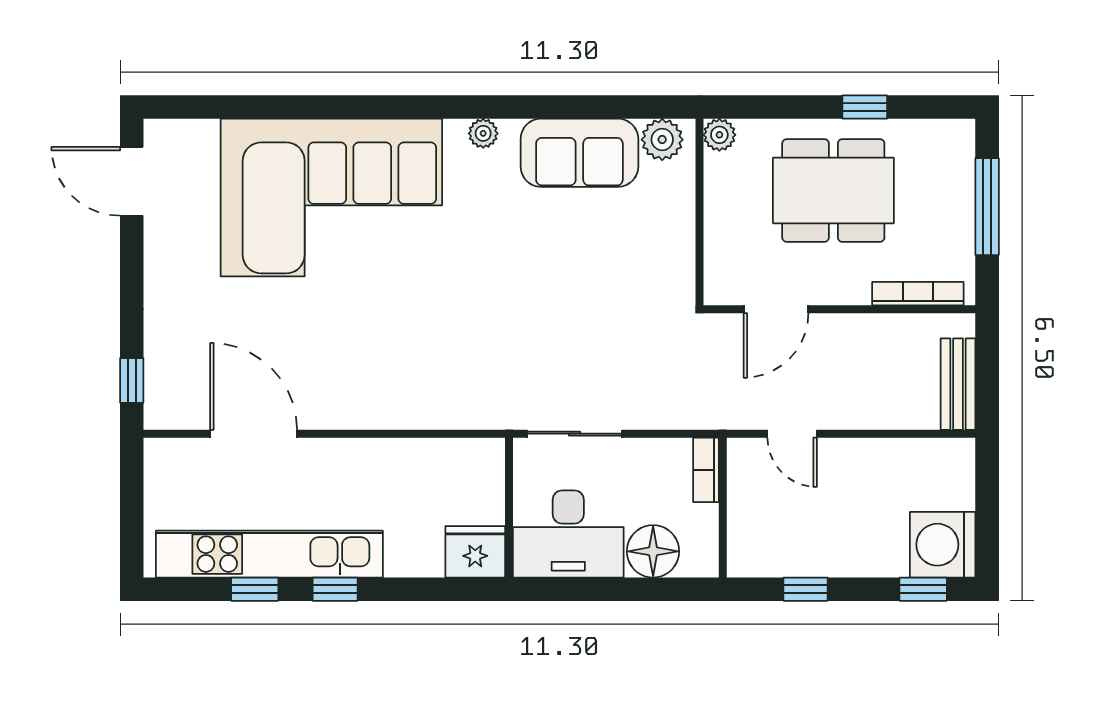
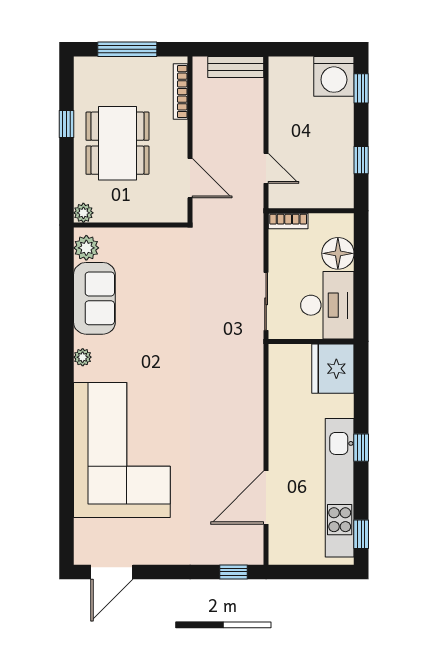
door: (792, 434) -> (266, 168), hinge flipped
fridge: (475, 552) -> (333, 369), width x1.36, depth x1.34
window: (255, 589) -> (361, 534), moved

